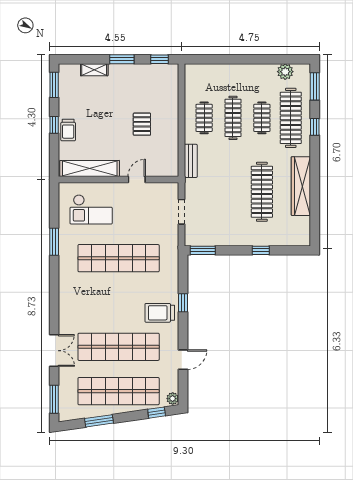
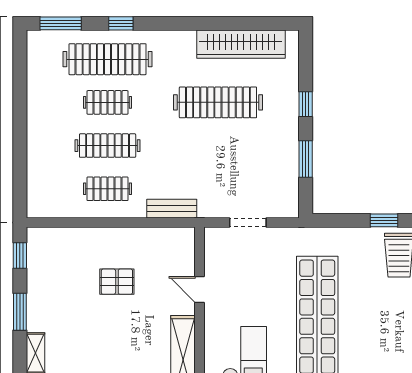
plant: (285, 72) -> (38, 67), removed
wardrobe: (301, 186) -> (241, 44), moved
window: (203, 250) -> (306, 159), moved

